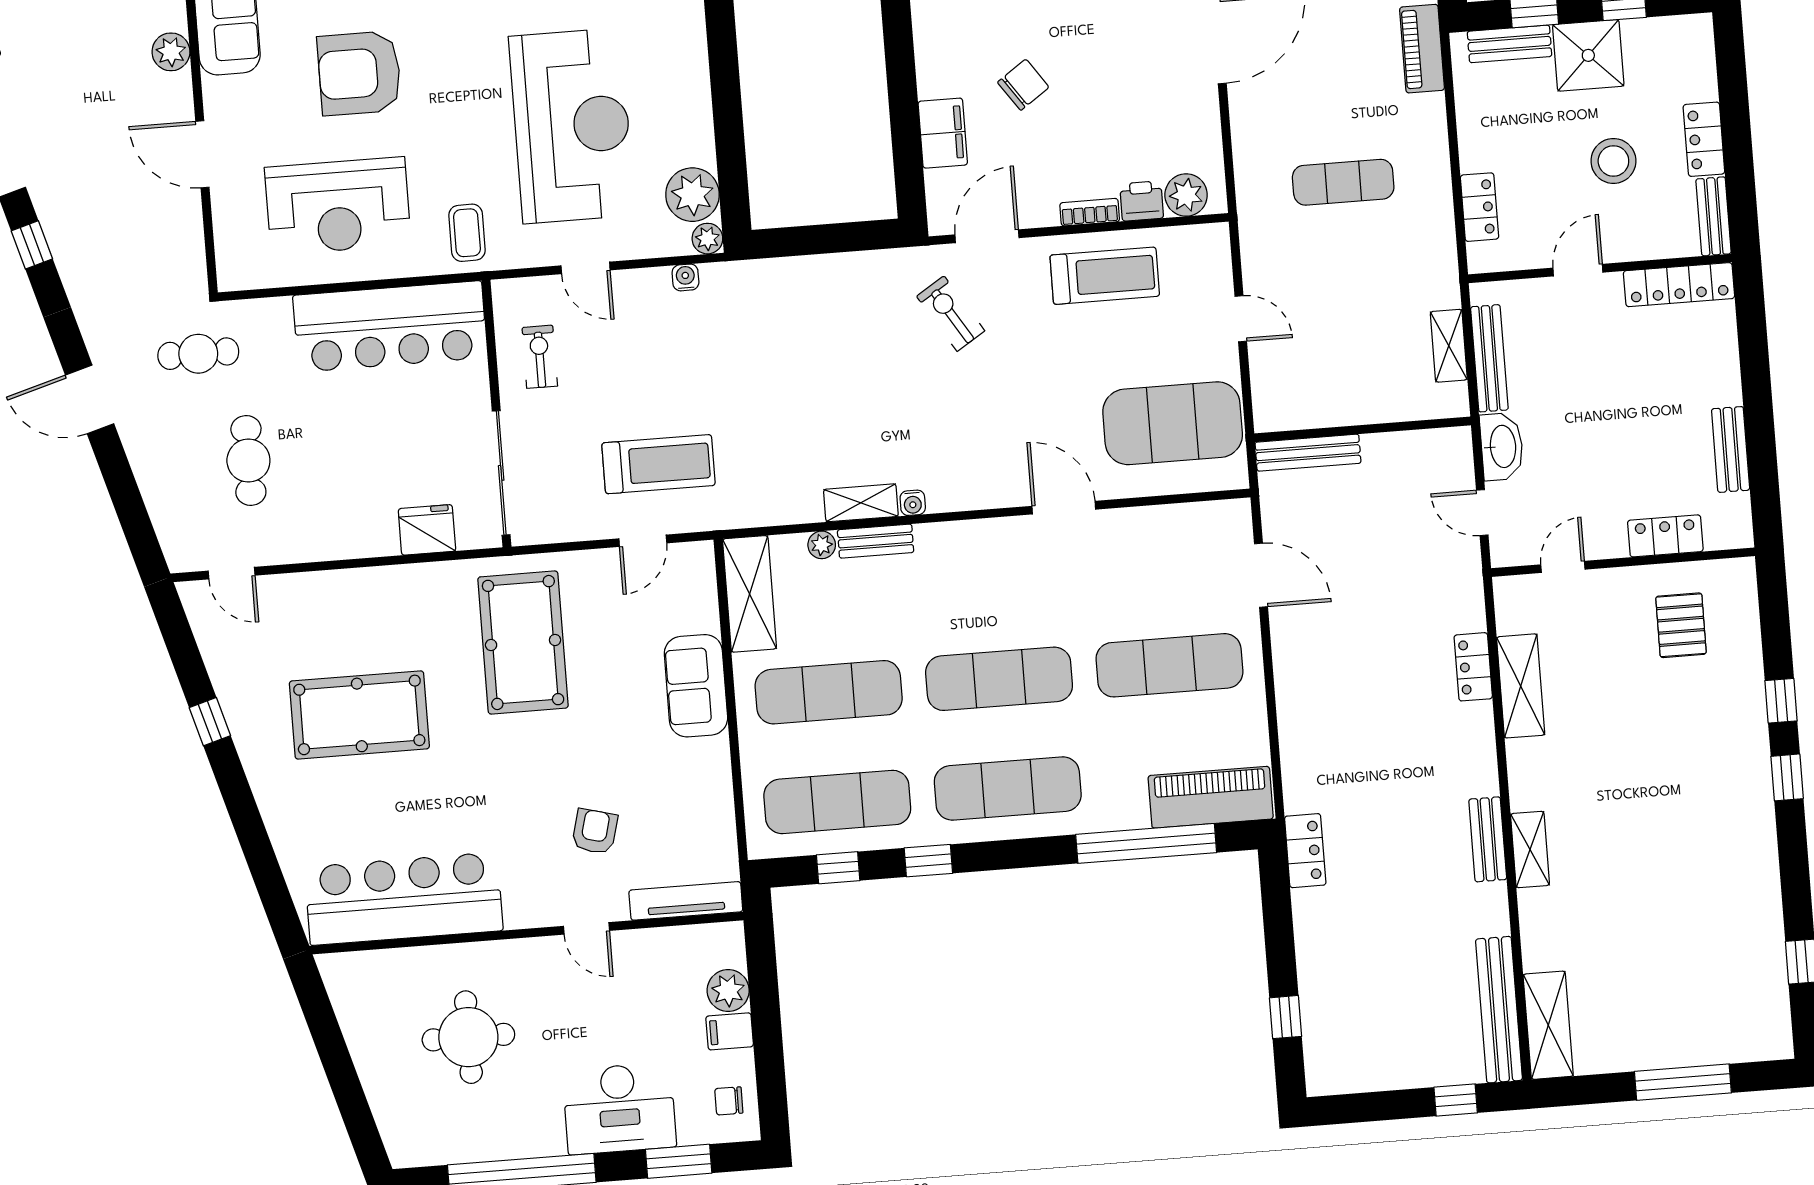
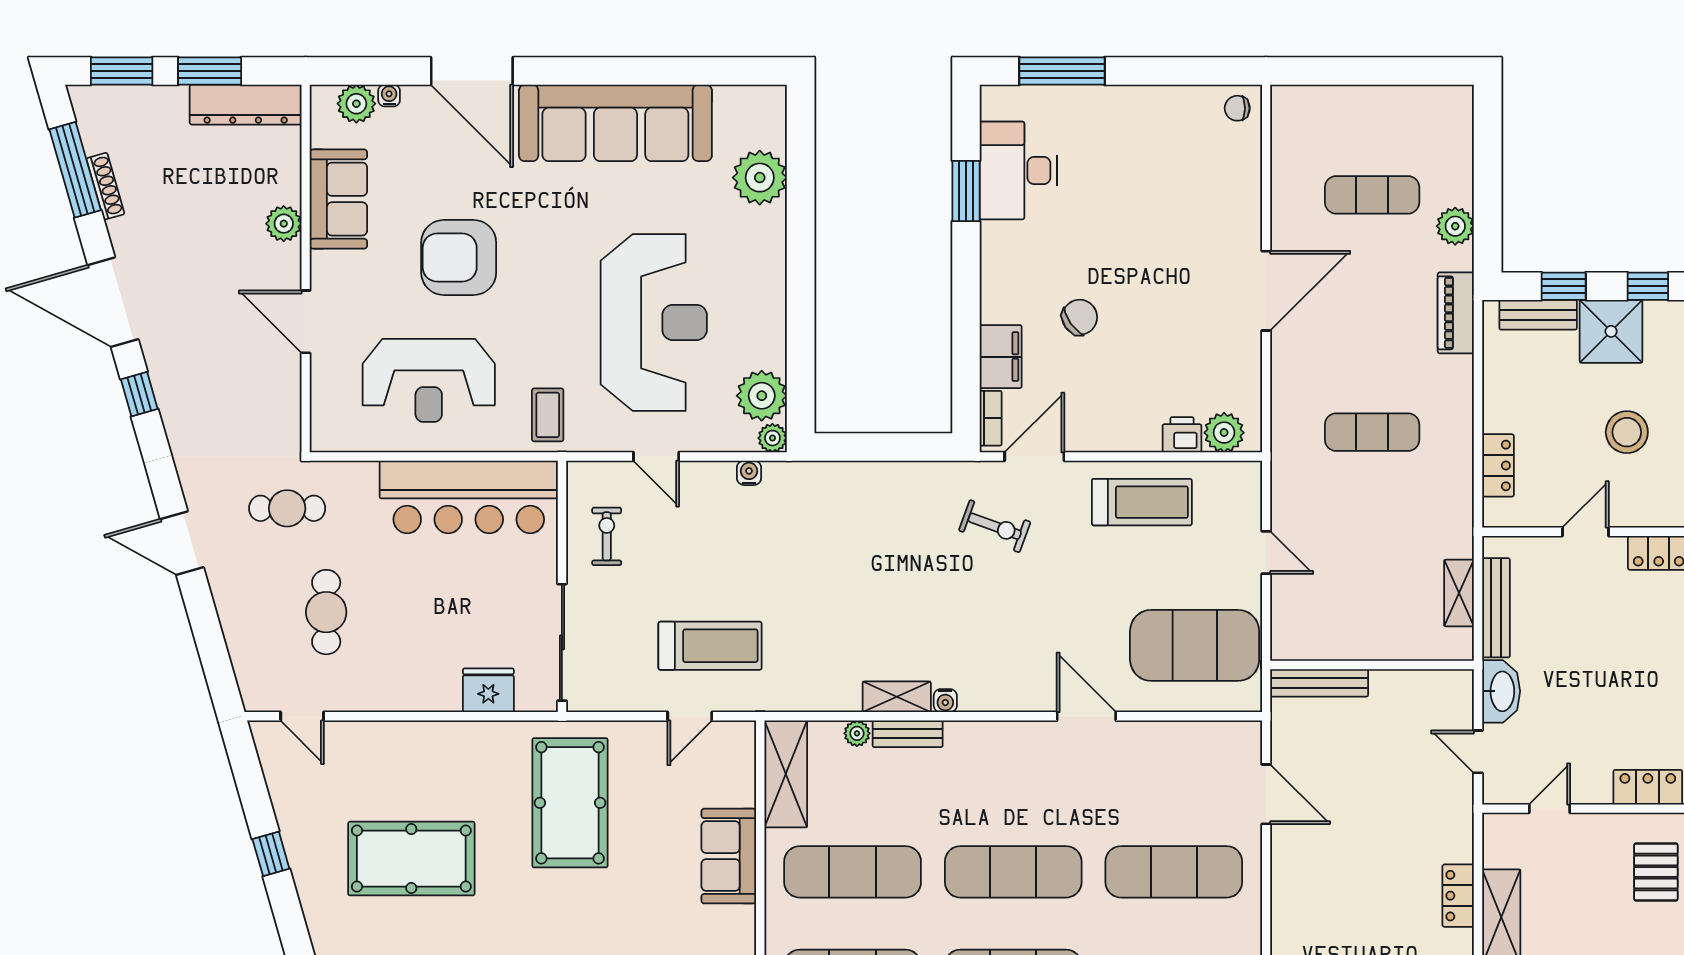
bookcase: (1090, 212) -> (991, 418), moved, turned 90
exercise bike: (951, 314) -> (995, 526), turned 142

